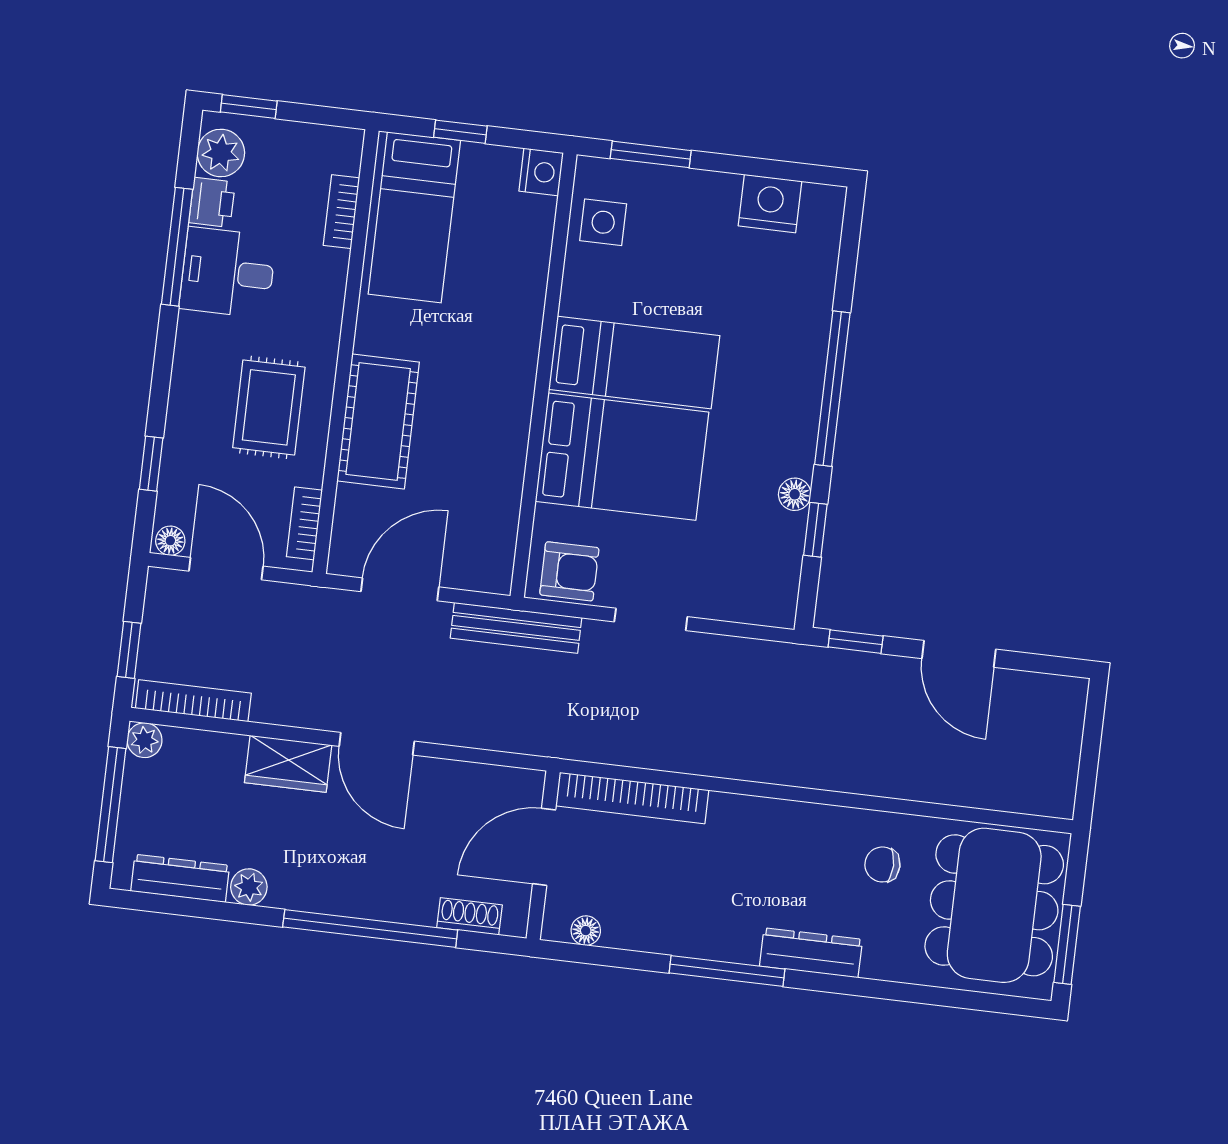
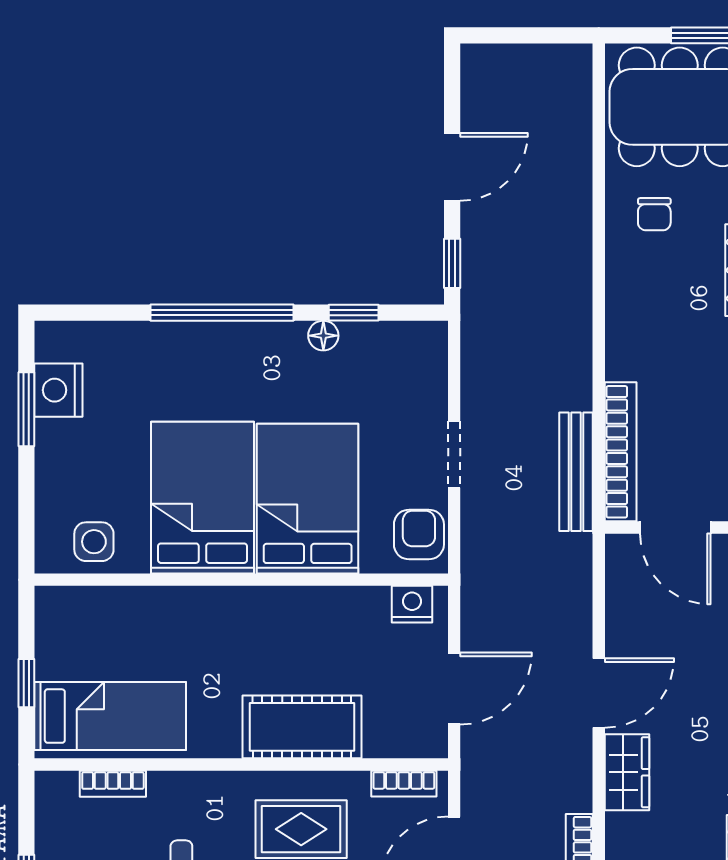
window: (651, 154) -> (26, 409), moved
nightstand: (541, 172) -> (412, 604), moved
bed: (634, 362) -> (202, 498), width x1.50
door: (400, 589) -> (454, 689), swing flipped
bench: (516, 628) -> (576, 472), moved

